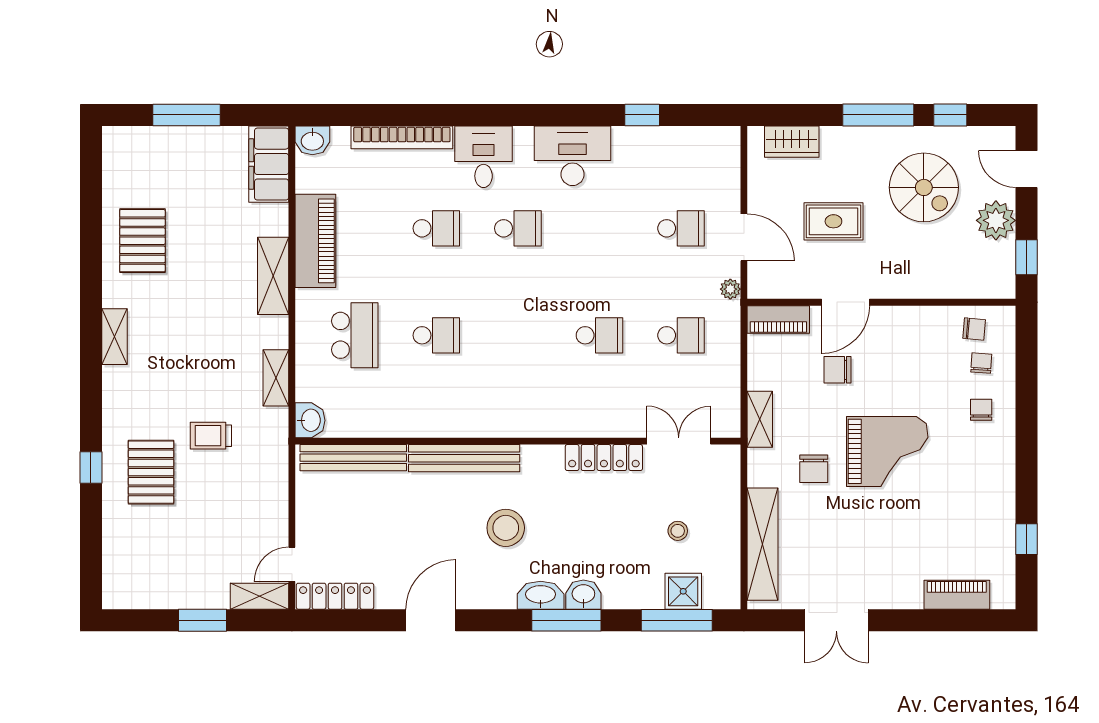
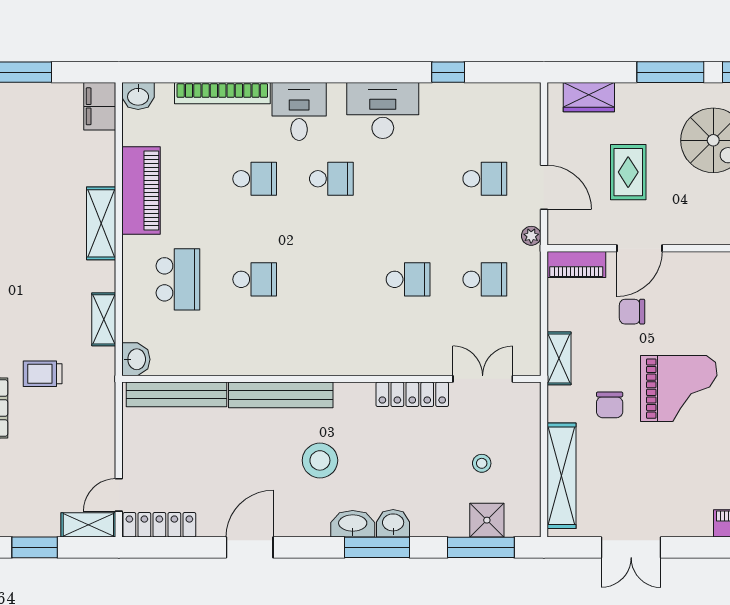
filing cabinet: (269, 164) -> (100, 106), width x0.67, depth x0.86
rug: (833, 221) -> (628, 172), turned 90

